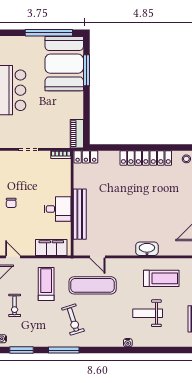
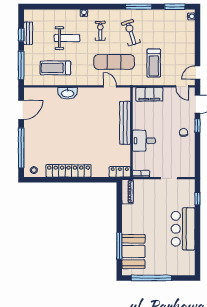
booth: (64, 64) -> (133, 251), width x0.73, depth x0.70
desk: (58, 209) -> (144, 141), moved
exercise bike: (15, 305) -> (100, 31), moved

